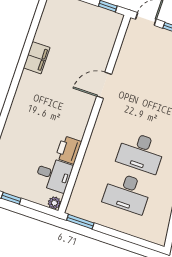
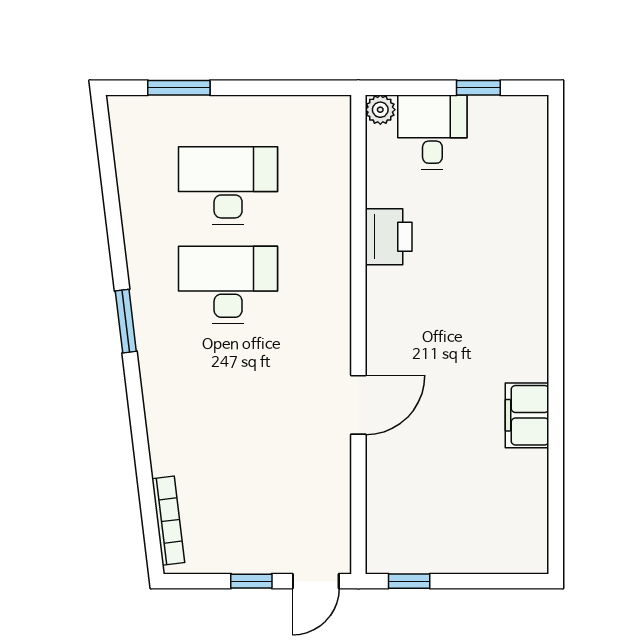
desk: (54, 175) -> (432, 132), moved, turned 90
window: (80, 222) -> (179, 88), moved

